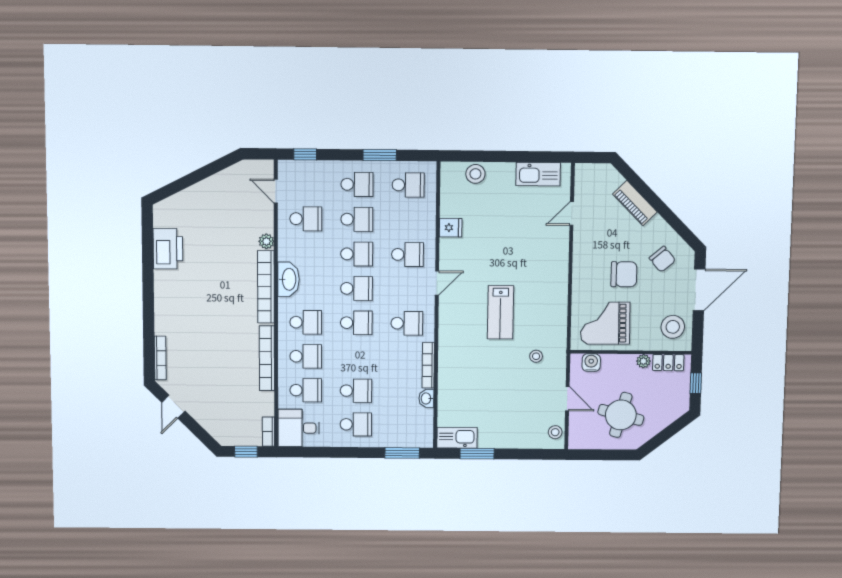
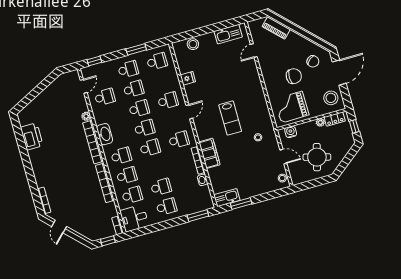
door: (276, 191) -> (84, 86), swing flipped
piano: (635, 203) -> (276, 28), moved
filing cabinet: (450, 359) -> (209, 153), added

